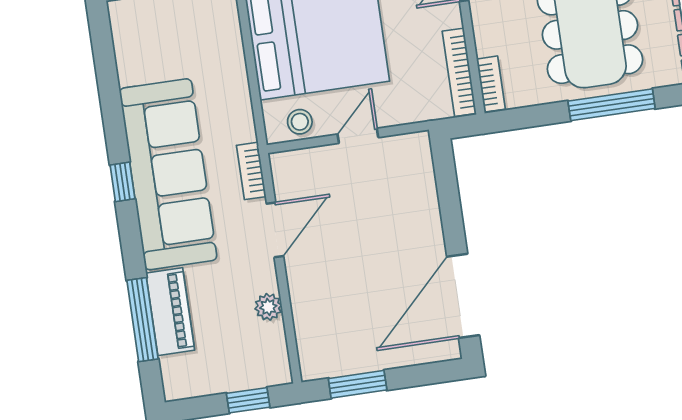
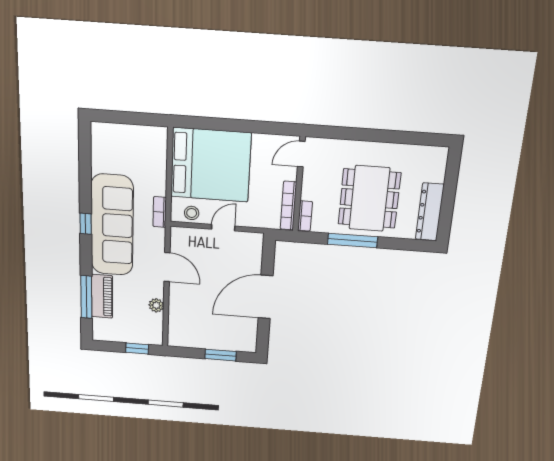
window: (612, 105) -> (353, 240), moved
bookcase: (251, 171) -> (160, 212), moved
door: (275, 230) -> (167, 267), hinge flipped
door: (463, 296) -> (265, 297), moved
window: (358, 384) -> (221, 355), moved

